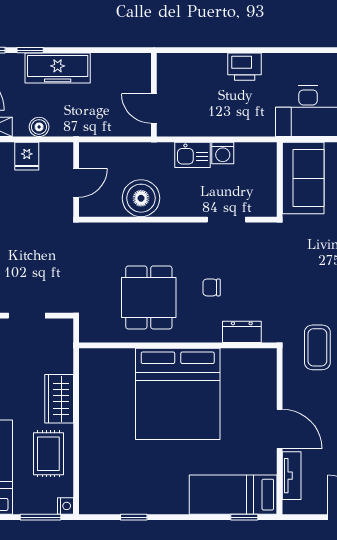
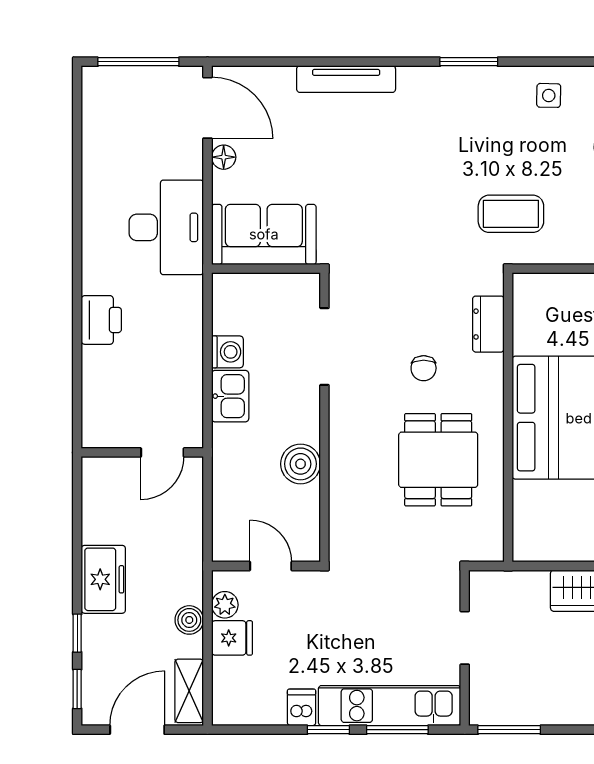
freezer: (58, 68) -> (103, 579), width x0.71
plant: (49, 151) -> (225, 605), added
boiler: (141, 198) -> (301, 464), width x0.73, depth x0.73
doorway: (226, 220) -> (324, 347), width x1.38
dining table: (149, 297) -> (438, 460), turned 90

